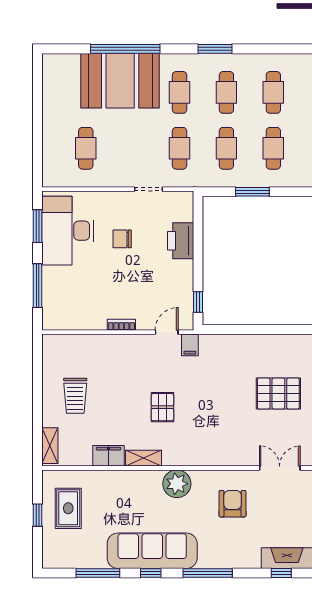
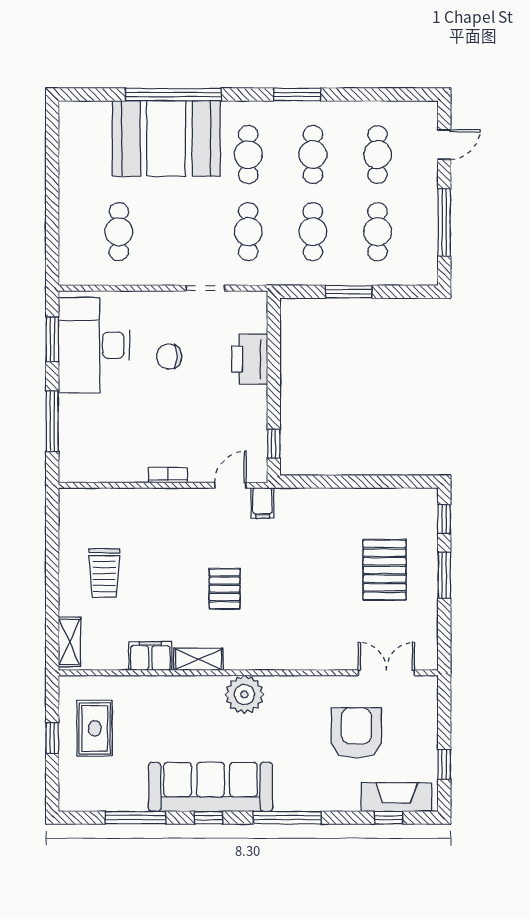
pallet: (278, 393) -> (385, 570), turned 90
armchair: (233, 504) -> (356, 733), moved, width x1.36, depth x1.36

